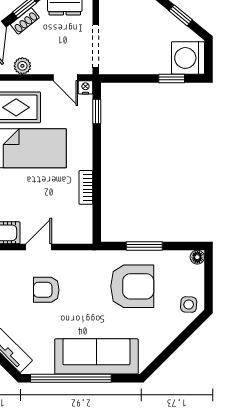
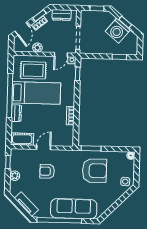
washing machine: (188, 58) -> (118, 31), moved, turned -50
door: (65, 77) -> (61, 55), hinge flipped
window: (144, 246) -> (91, 148), moved

